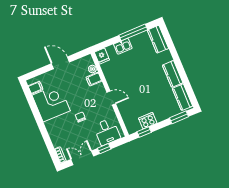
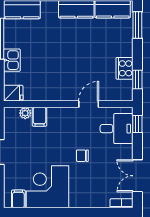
door: (111, 98) -> (89, 104), moved
window: (104, 149) -> (137, 124), moved

